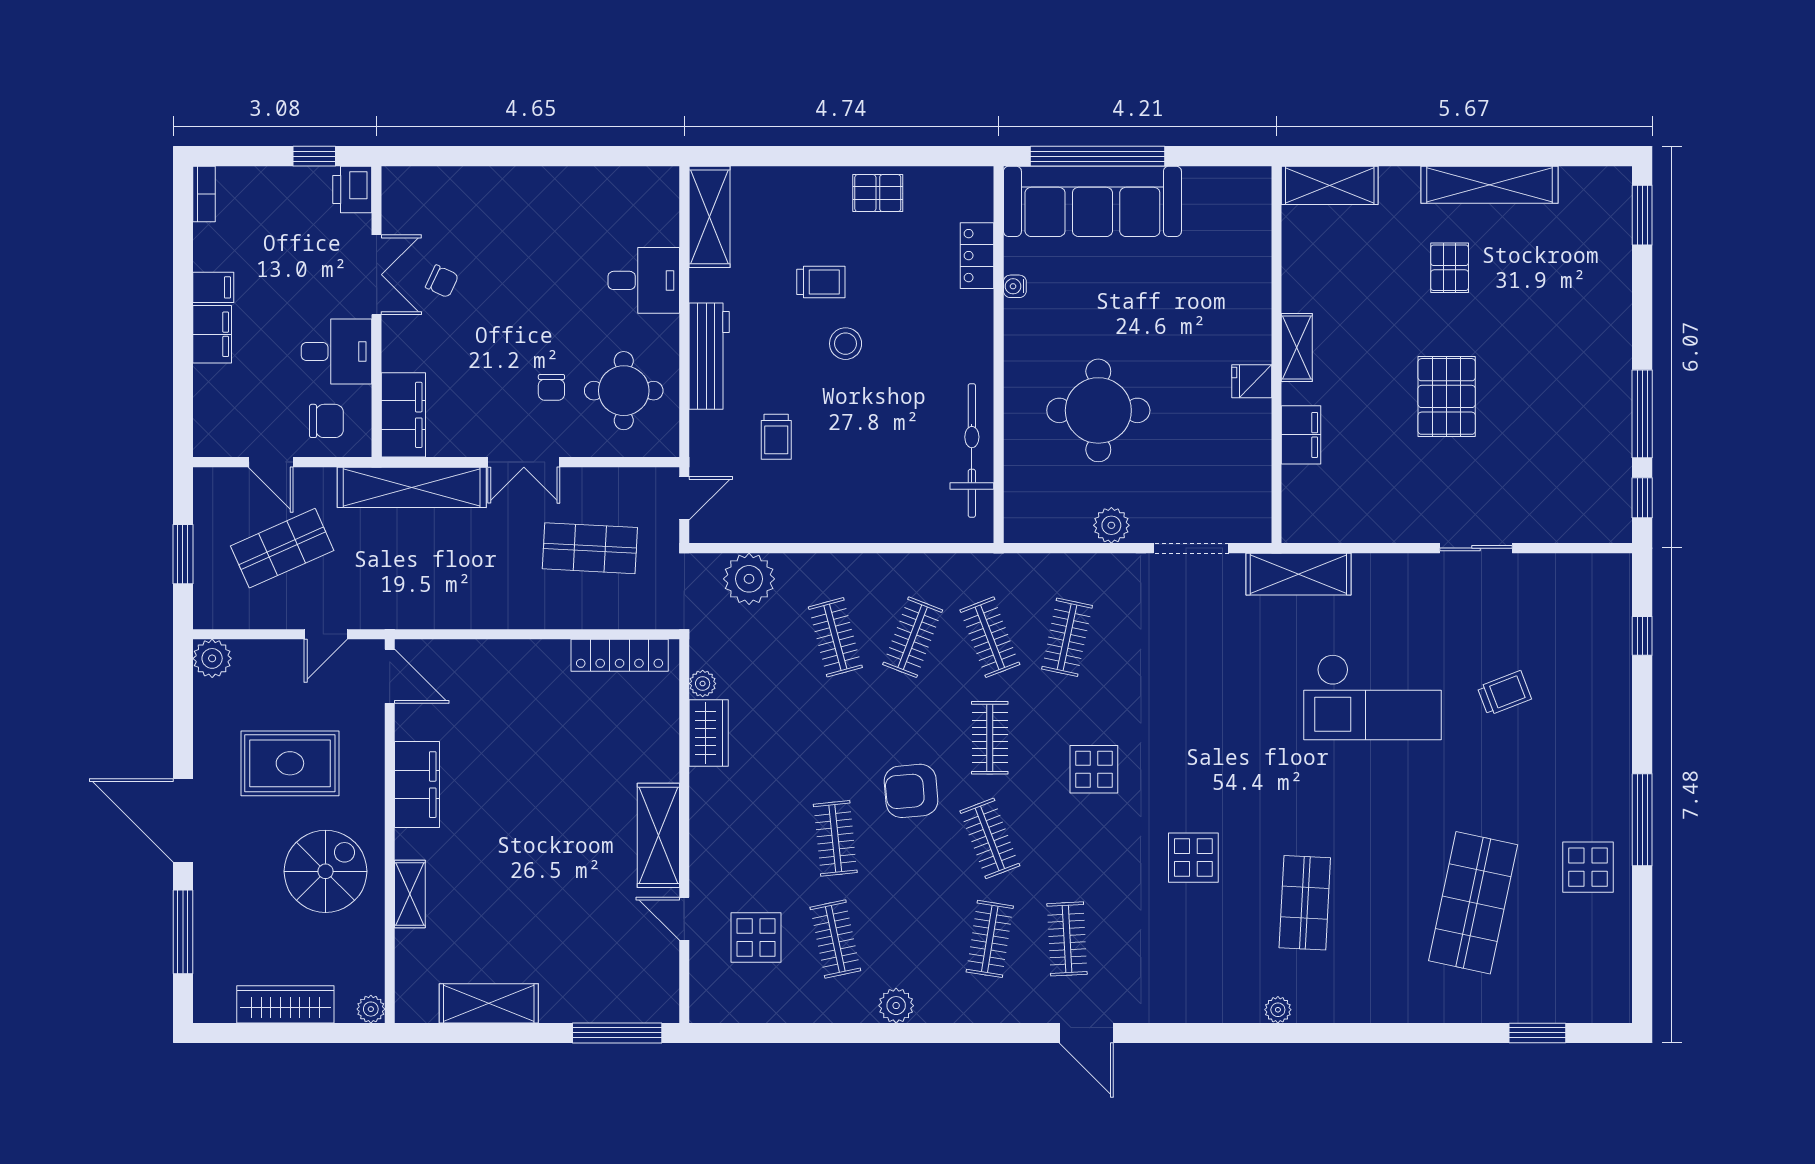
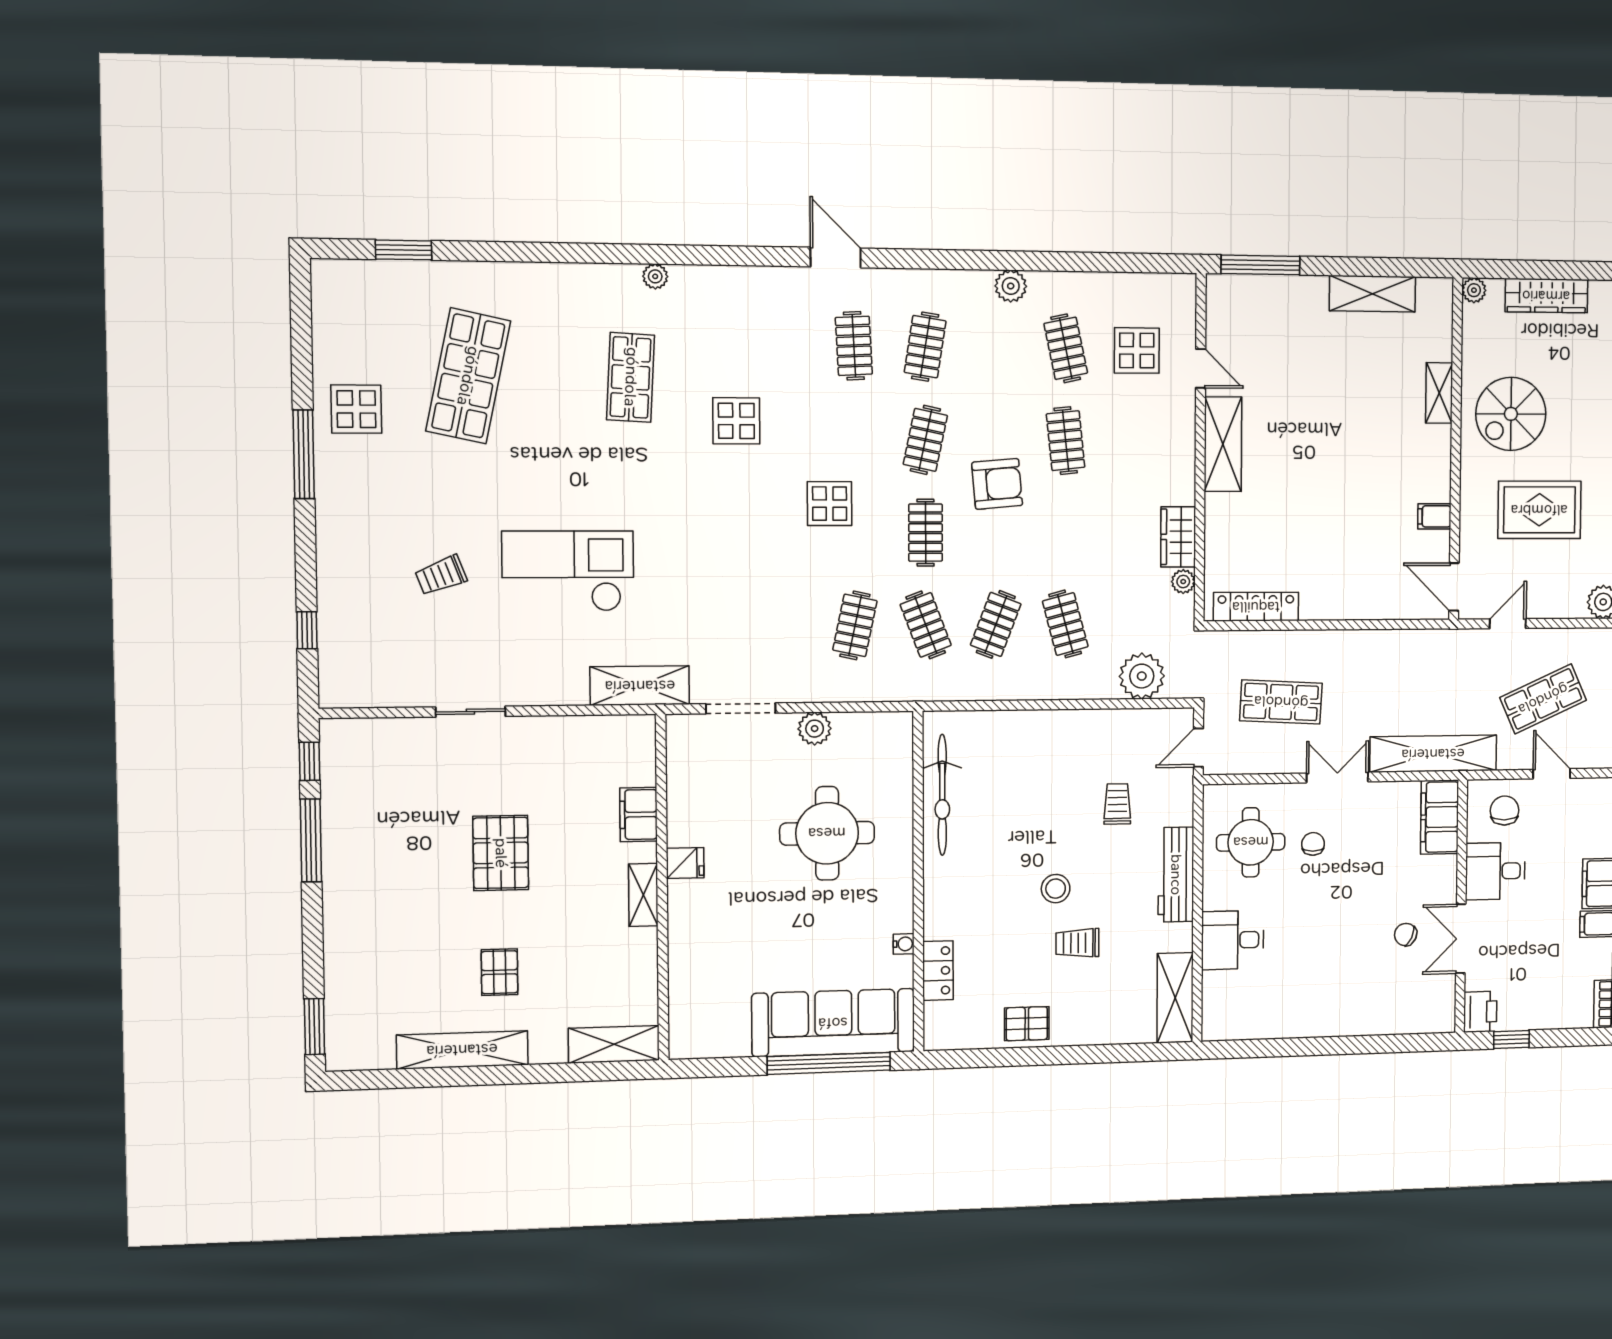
chair: (326, 421) -> (1504, 810), turned 90
filing cabinet: (417, 785) -> (1434, 516), width x0.33, depth x0.86
clothes rail: (990, 838) -> (925, 440), turned 33

